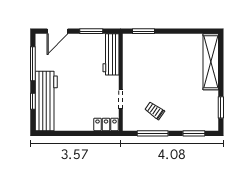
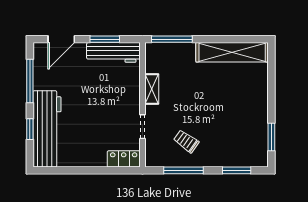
window: (143, 31) -> (172, 39), width x1.44
workbench: (111, 54) -> (113, 52), moved, turned -90
shelving: (211, 62) -> (232, 52), moved, turned 90
shelving: (128, 70) -> (152, 89), added

